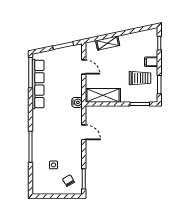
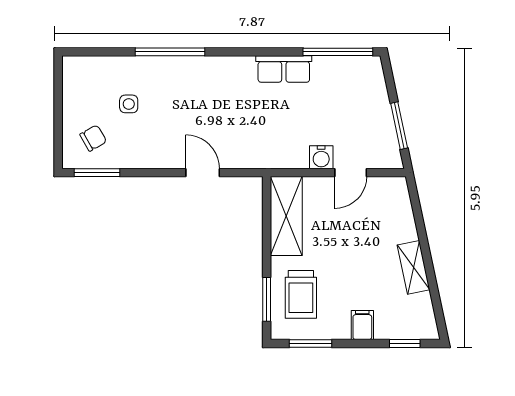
shelving: (108, 43) -> (414, 267), moved
trolley: (140, 78) -> (301, 294), moved
row of seats: (38, 84) -> (284, 69), width x0.50
water cooler: (77, 102) -> (321, 157), moved
door: (84, 132) -> (203, 173), swing flipped

